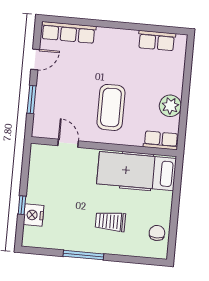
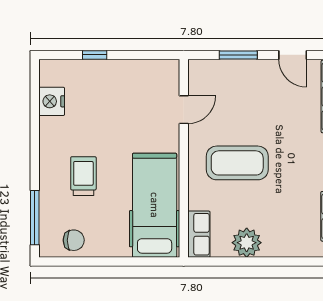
nightstand: (34, 215) -> (52, 101), moved, turned -90
window: (83, 255) -> (35, 218), moved

